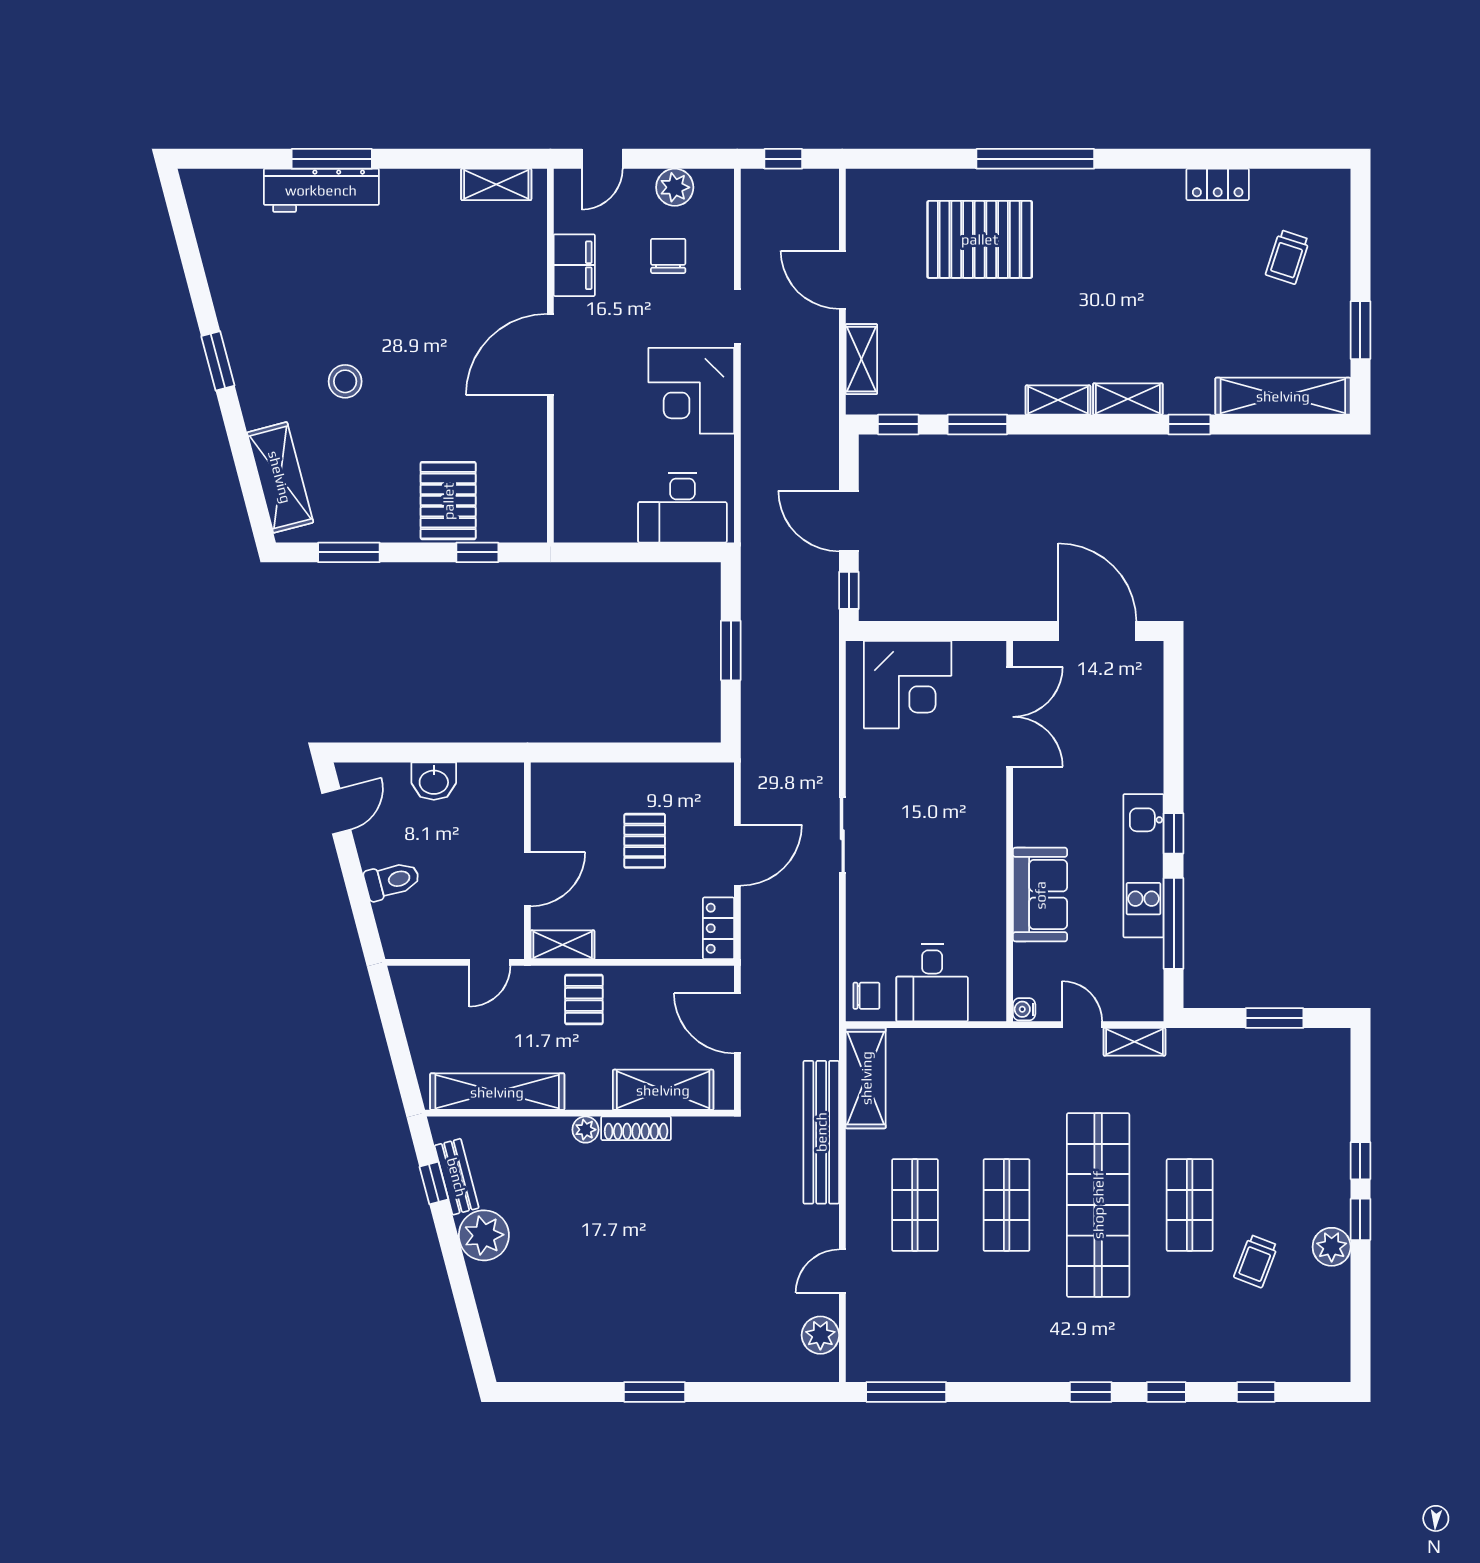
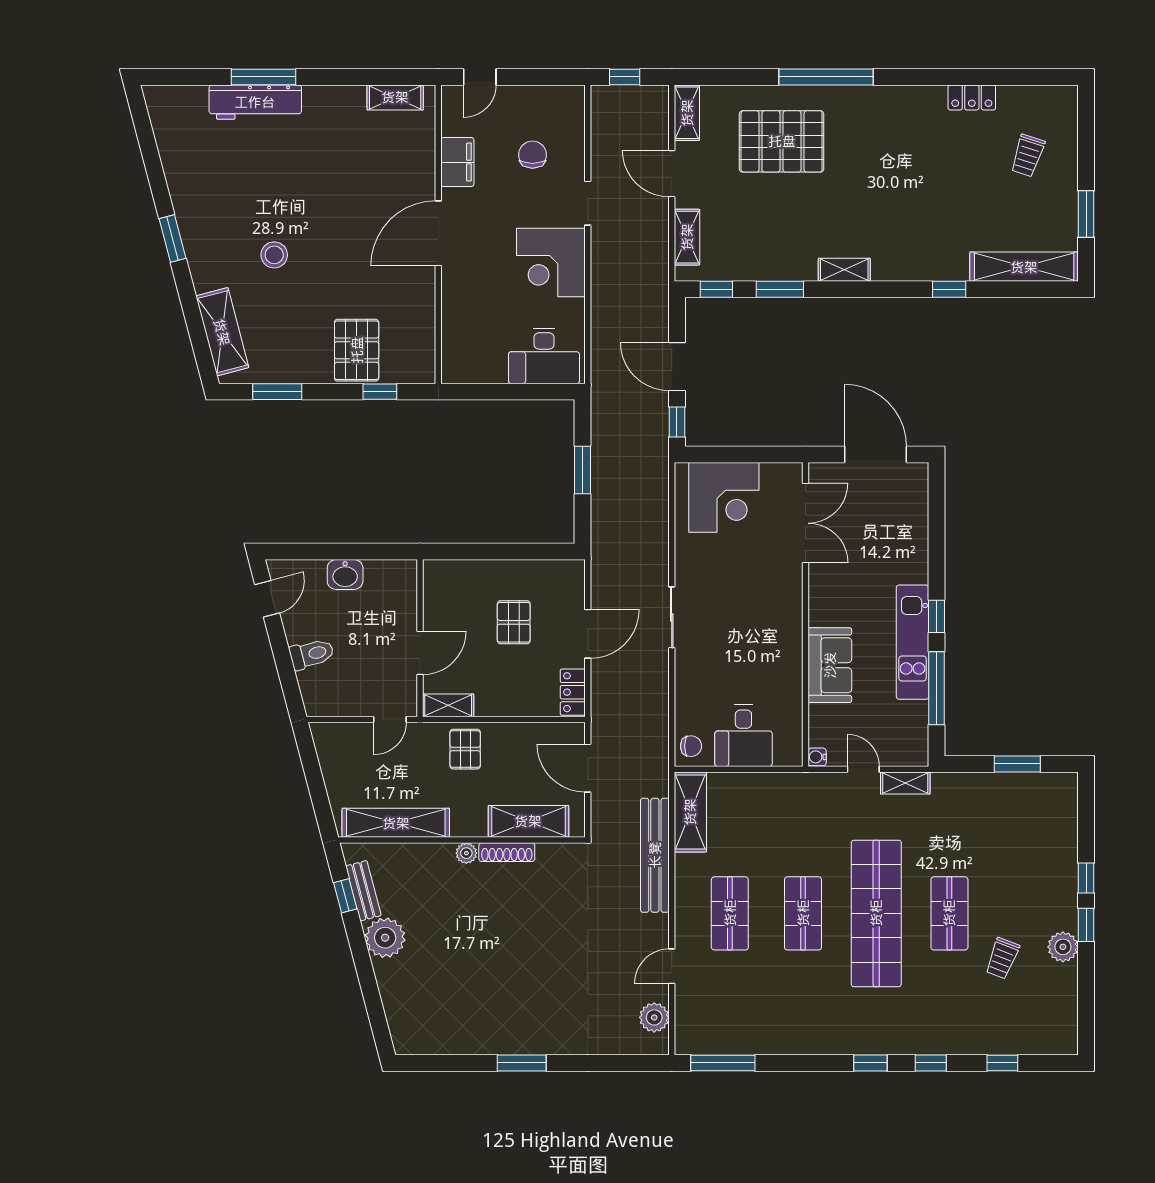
plant: (675, 187) -> (538, 100), removed
shelving: (1128, 399) -> (687, 113), moved, turned 90

